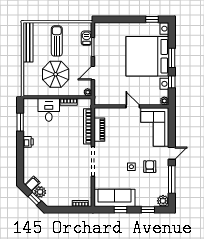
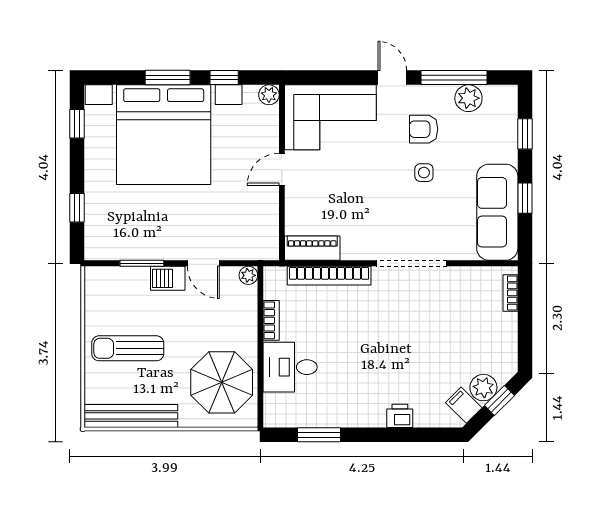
window: (116, 19) -> (77, 208), added
barbecue: (86, 38) -> (168, 278), moved
parasol: (56, 74) -> (222, 382), moved
piano: (99, 130) -> (312, 248), moved
printer: (28, 142) -> (400, 416), moved
plant: (163, 201) -> (468, 98), moved

